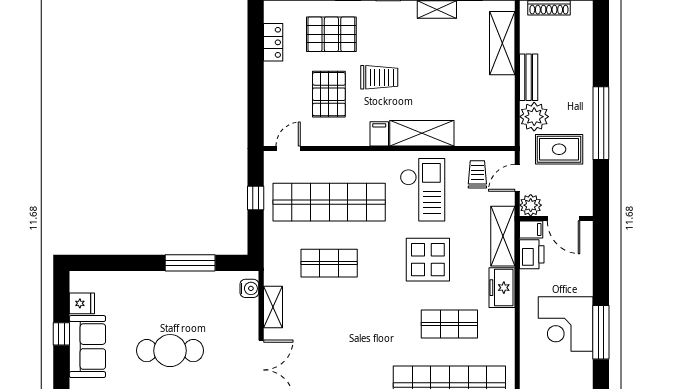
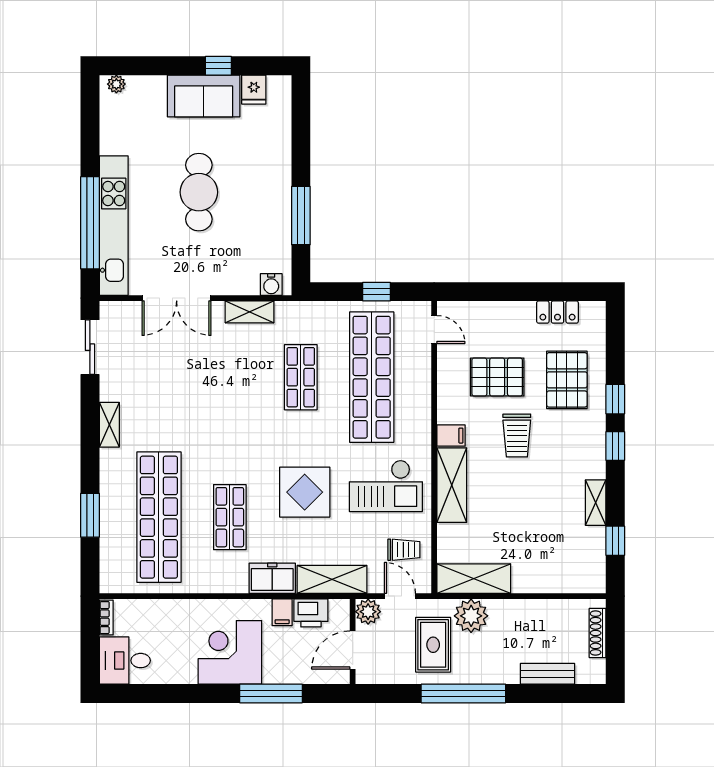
shelving: (502, 43) -> (474, 579), moved
bench: (529, 77) -> (547, 674), moved
filing cabinet: (531, 229) -> (282, 612), moved
window: (601, 332) -> (271, 693), moved

